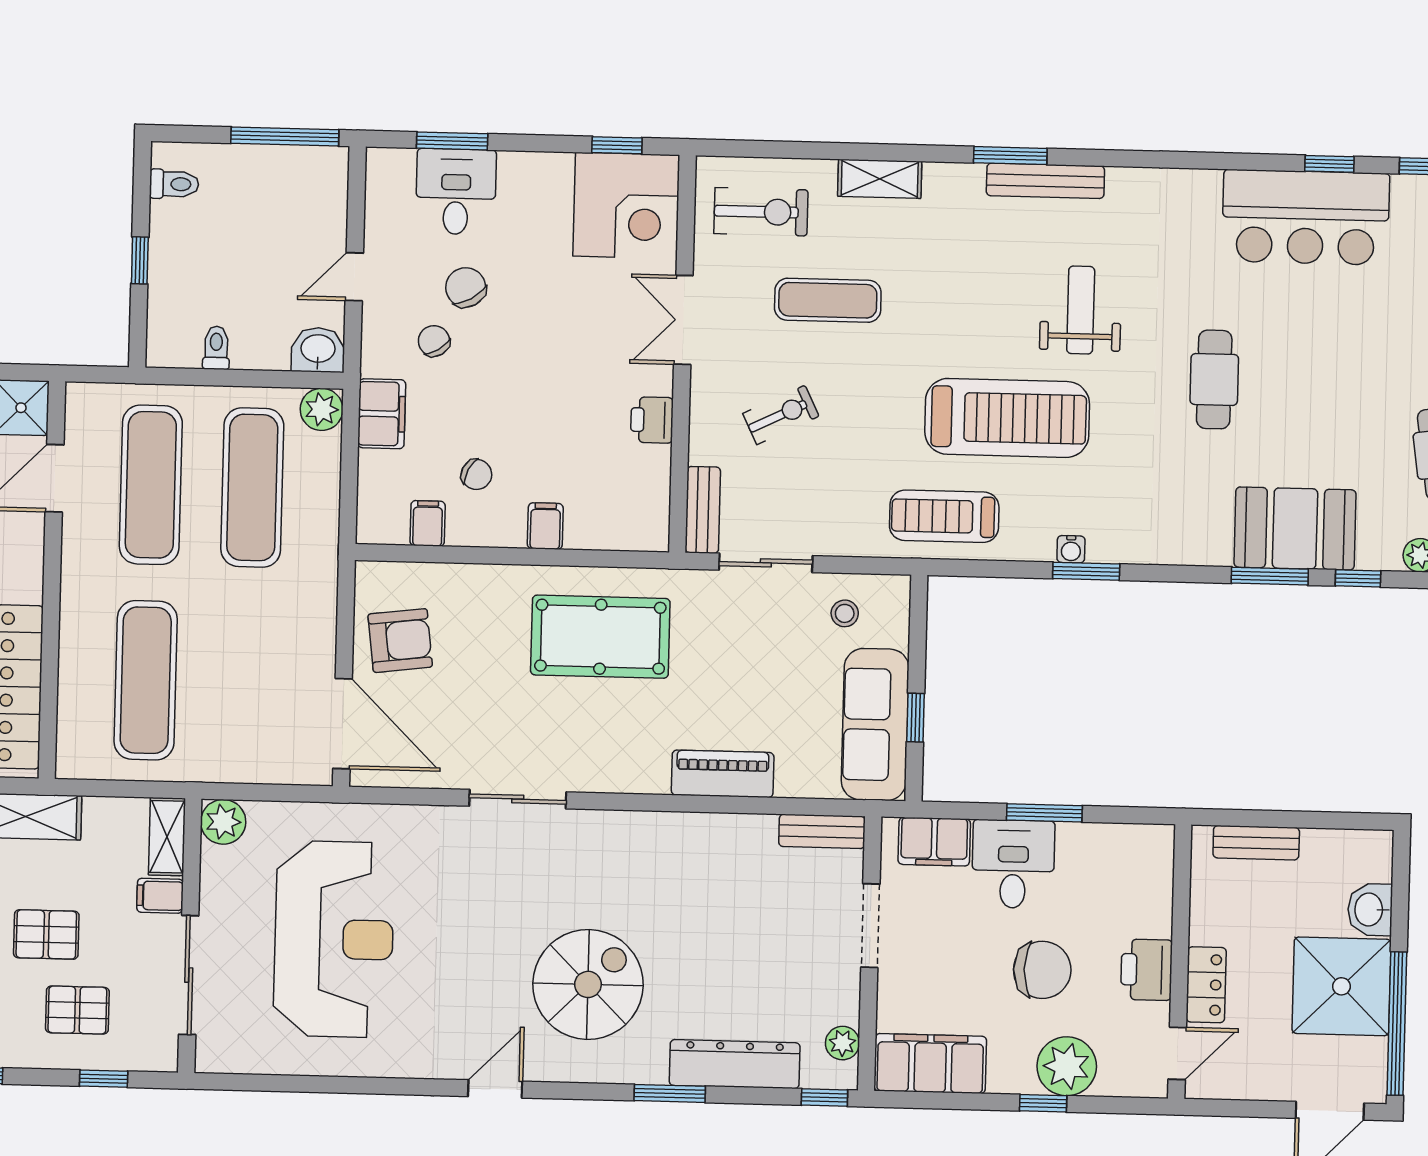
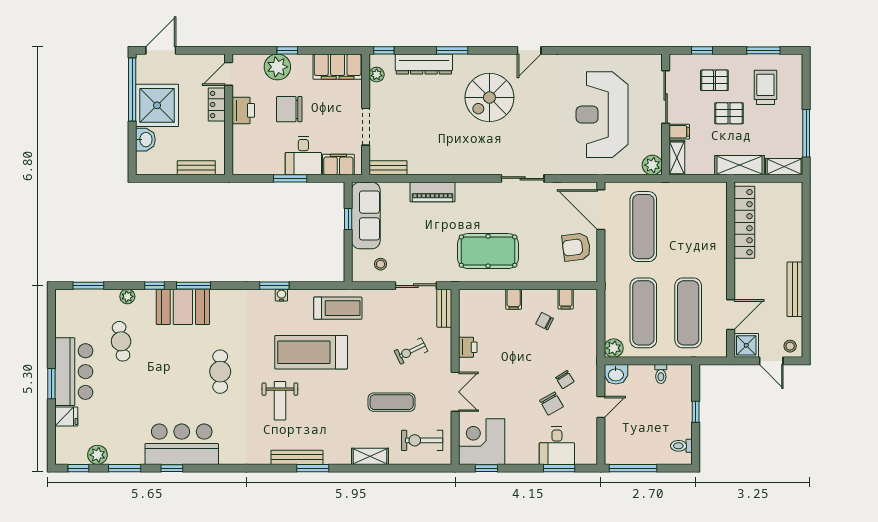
filing cabinet: (382, 414) -> (587, 347), removed
exercise mat: (146, 680) -> (643, 227), moved

